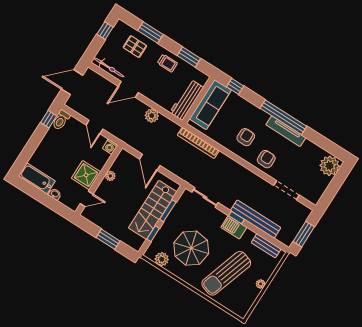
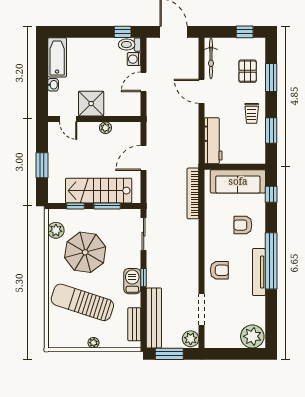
workbench: (187, 100) -> (213, 141), moved, turned 90
plant: (152, 116) -> (191, 339), moved
armchair: (246, 137) -> (243, 225), moved, turned 180
washing machine: (110, 147) -> (134, 59), moved
bench: (256, 219) -> (154, 318), moved

